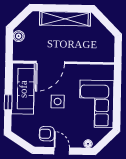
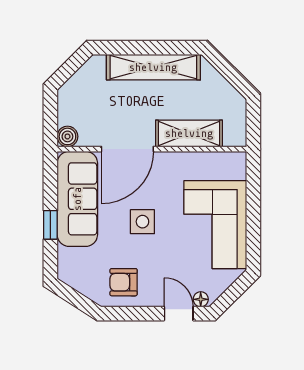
boiler: (19, 36) -> (67, 136), moved
shelving: (83, 55) -> (189, 133), added
door: (62, 151) -> (179, 314), moved

